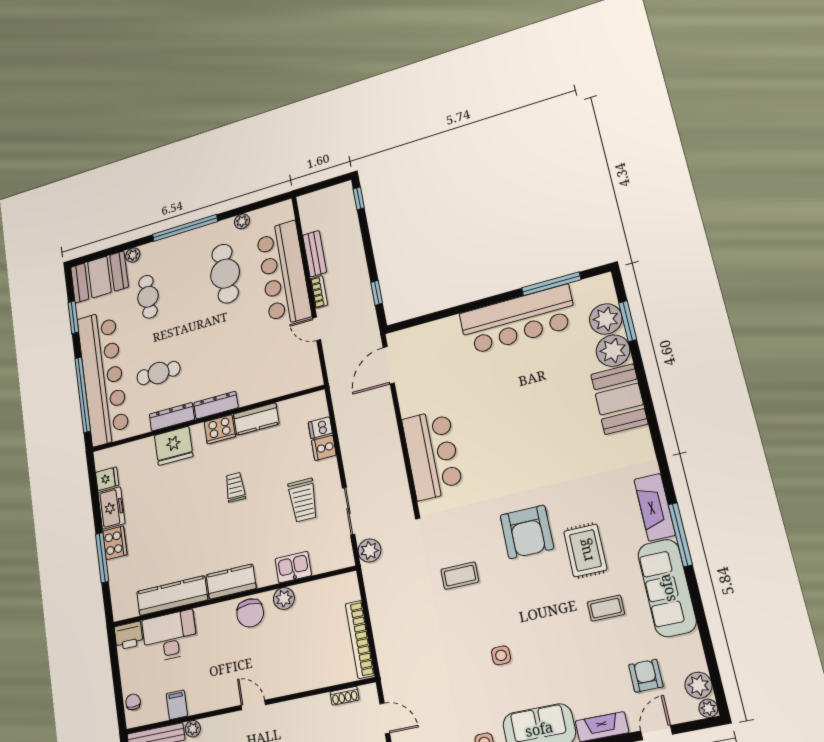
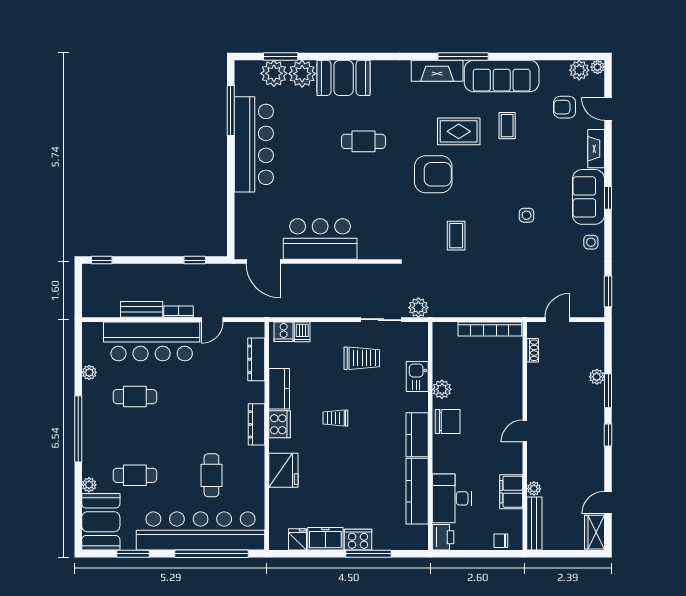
cafe table: (225, 274) -> (135, 397), width x0.73, depth x0.74
dresser: (172, 417) -> (256, 359), moved
cafe table: (548, 441) -> (363, 141), added
cooker: (324, 448) -> (284, 332), moved
bar counter: (432, 455) -> (320, 239), moved
filing cabinet: (177, 705) -> (511, 492), width x2.00

